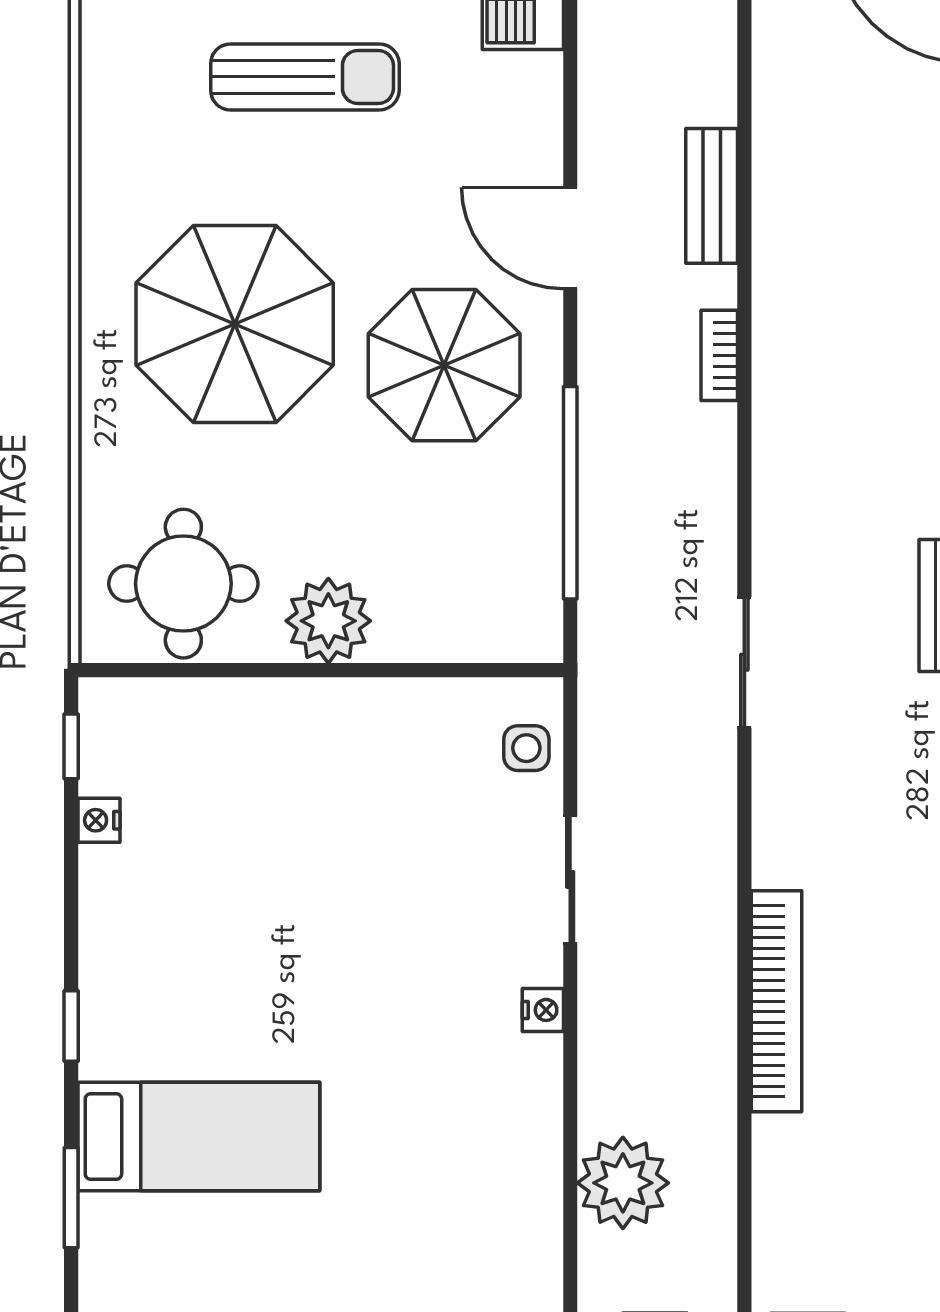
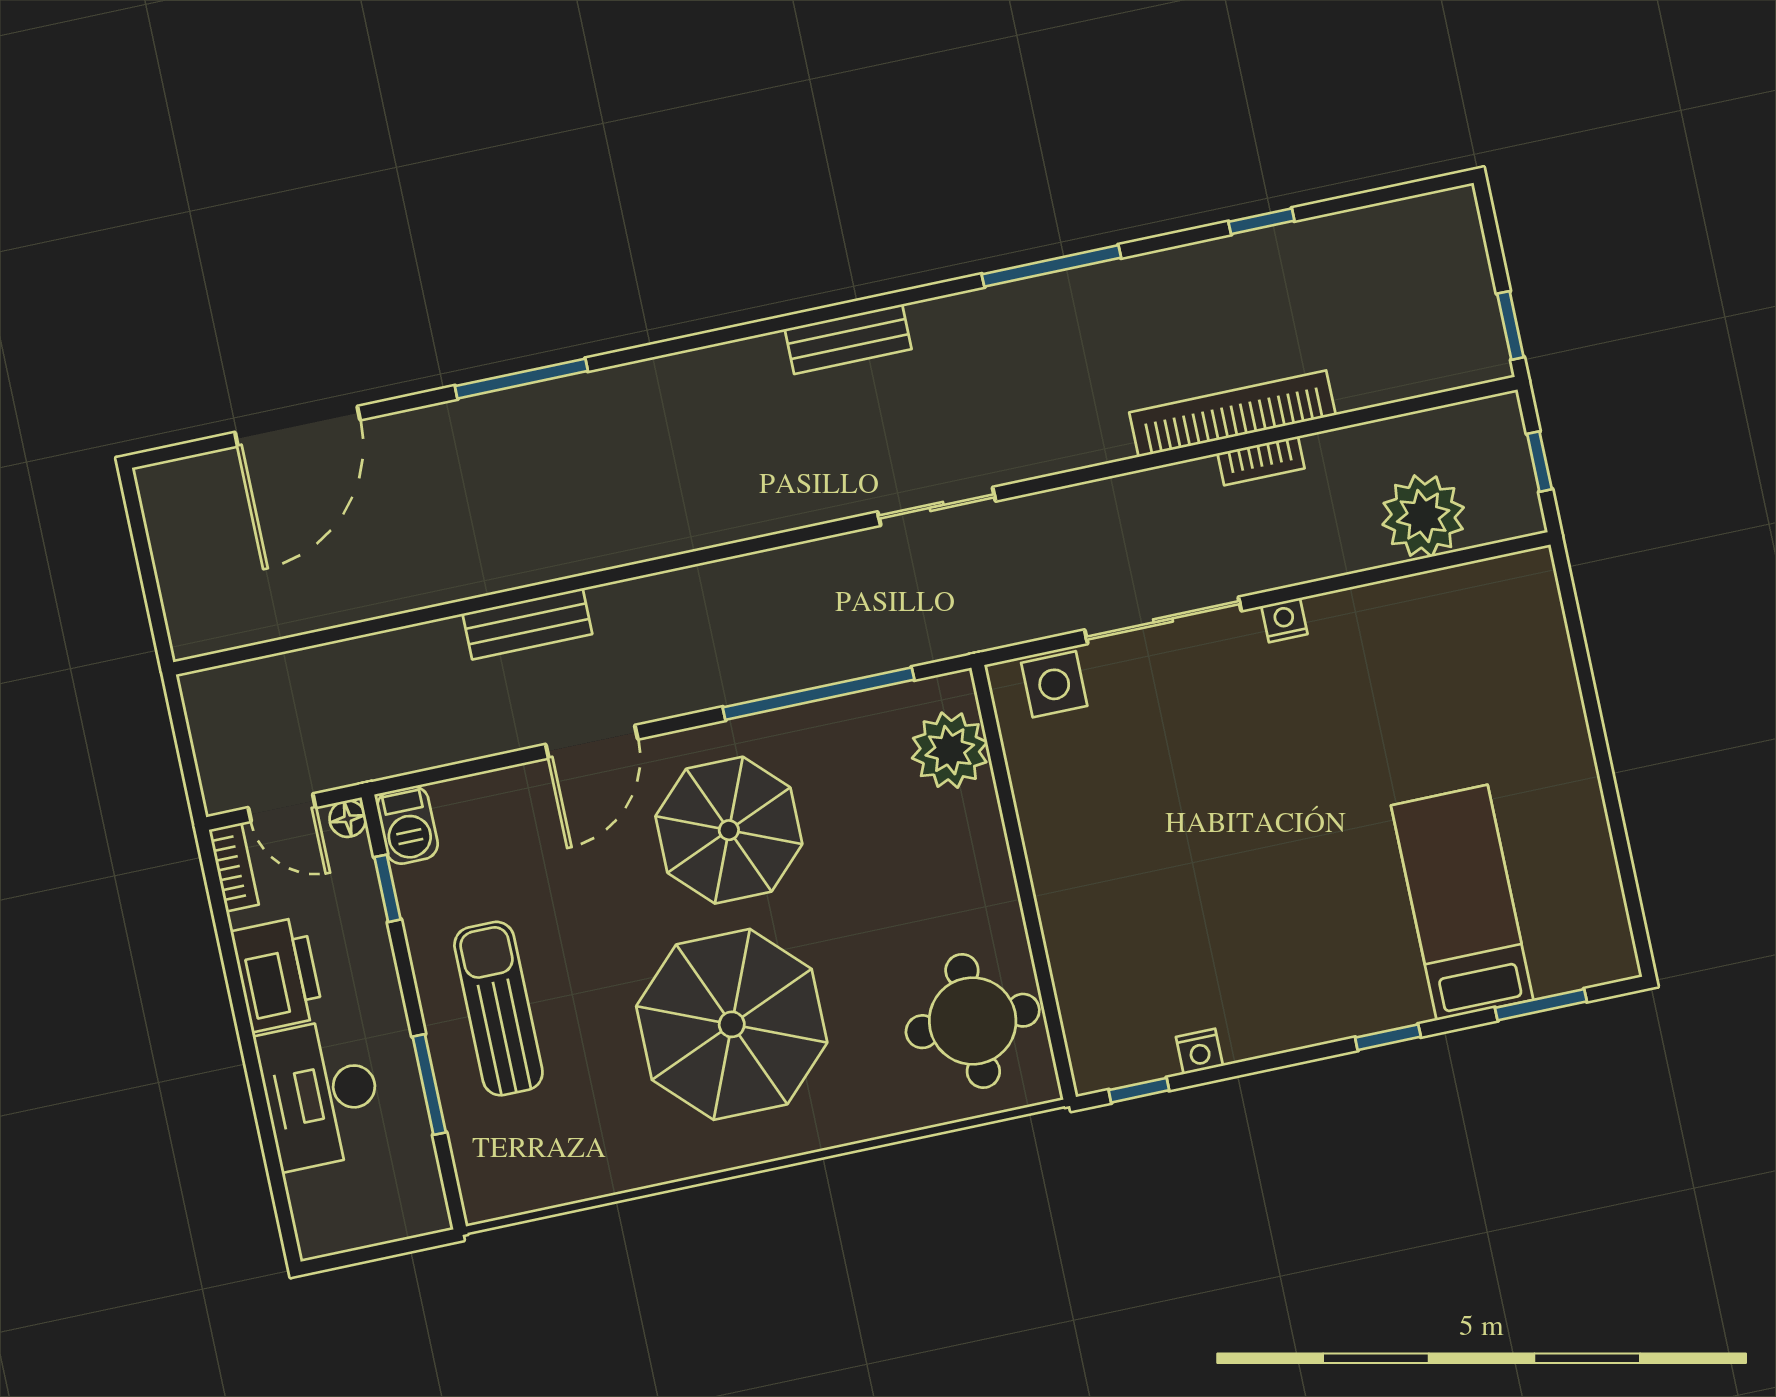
bookcase: (719, 355) -> (1261, 461), moved
plant: (328, 621) -> (950, 750), moved
side table: (526, 748) -> (1054, 684), width x1.37, depth x1.37
sliding door: (570, 880) -> (1163, 620), width x1.37

